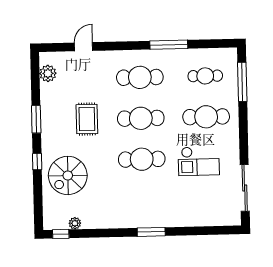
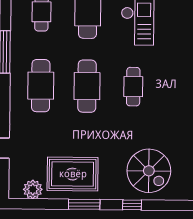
rug: (87, 119) -> (73, 174), moved, width x1.36, depth x1.43
cafe table: (142, 159) -> (133, 87), width x0.73, depth x0.74

